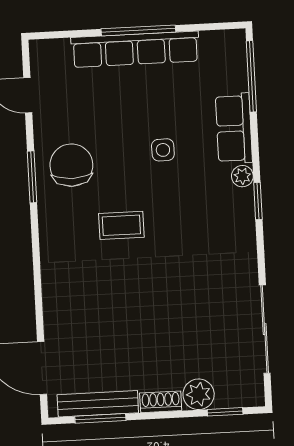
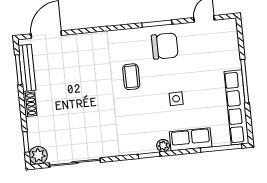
row of seats: (135, 49) -> (237, 107), moved
plant: (199, 394) -> (38, 155), moved

